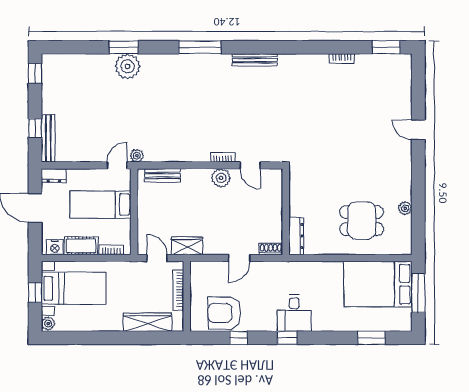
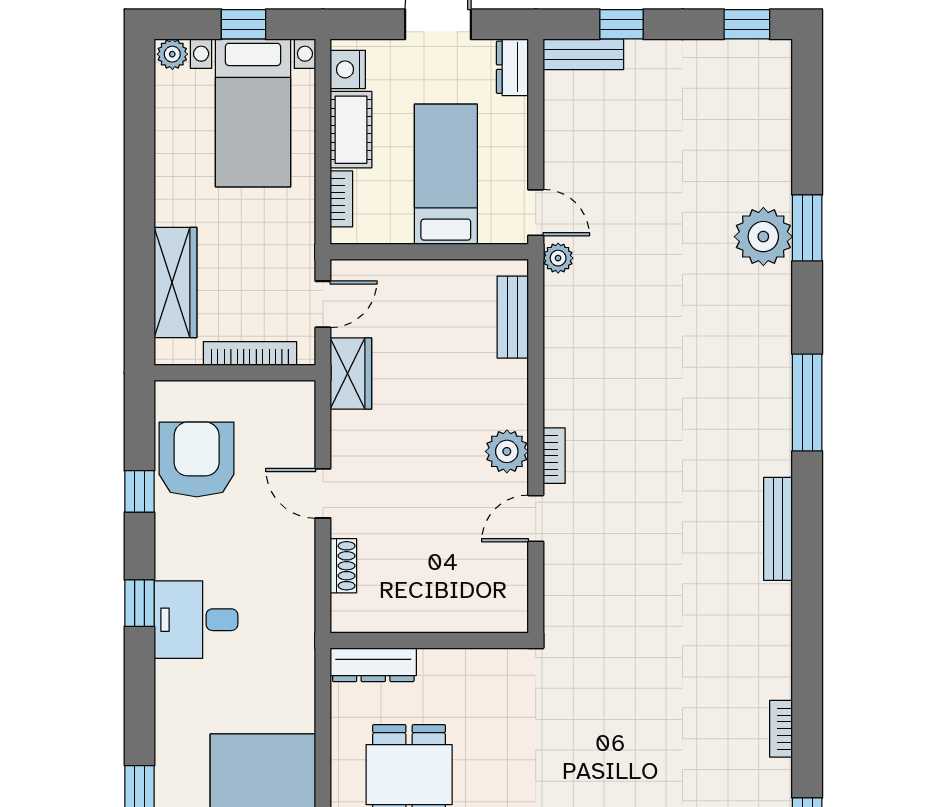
bench: (48, 138) -> (583, 54), width x0.73
wall: (286, 212) -> (429, 641), moved
dresser: (296, 236) -> (373, 665), moved

